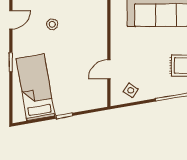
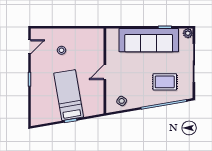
door: (109, 69) -> (105, 72), moved
bed: (35, 87) -> (69, 95), moved

